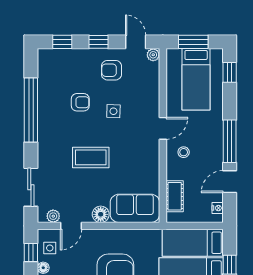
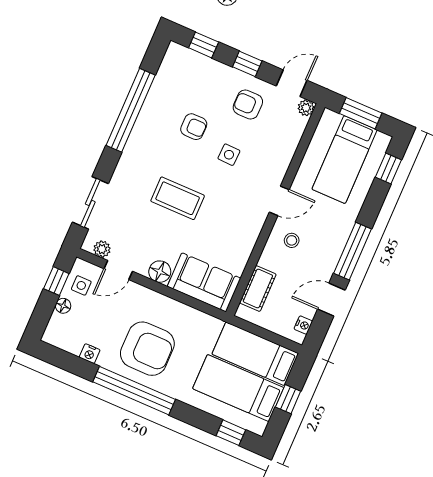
door: (136, 42) -> (292, 83), hinge flipped

